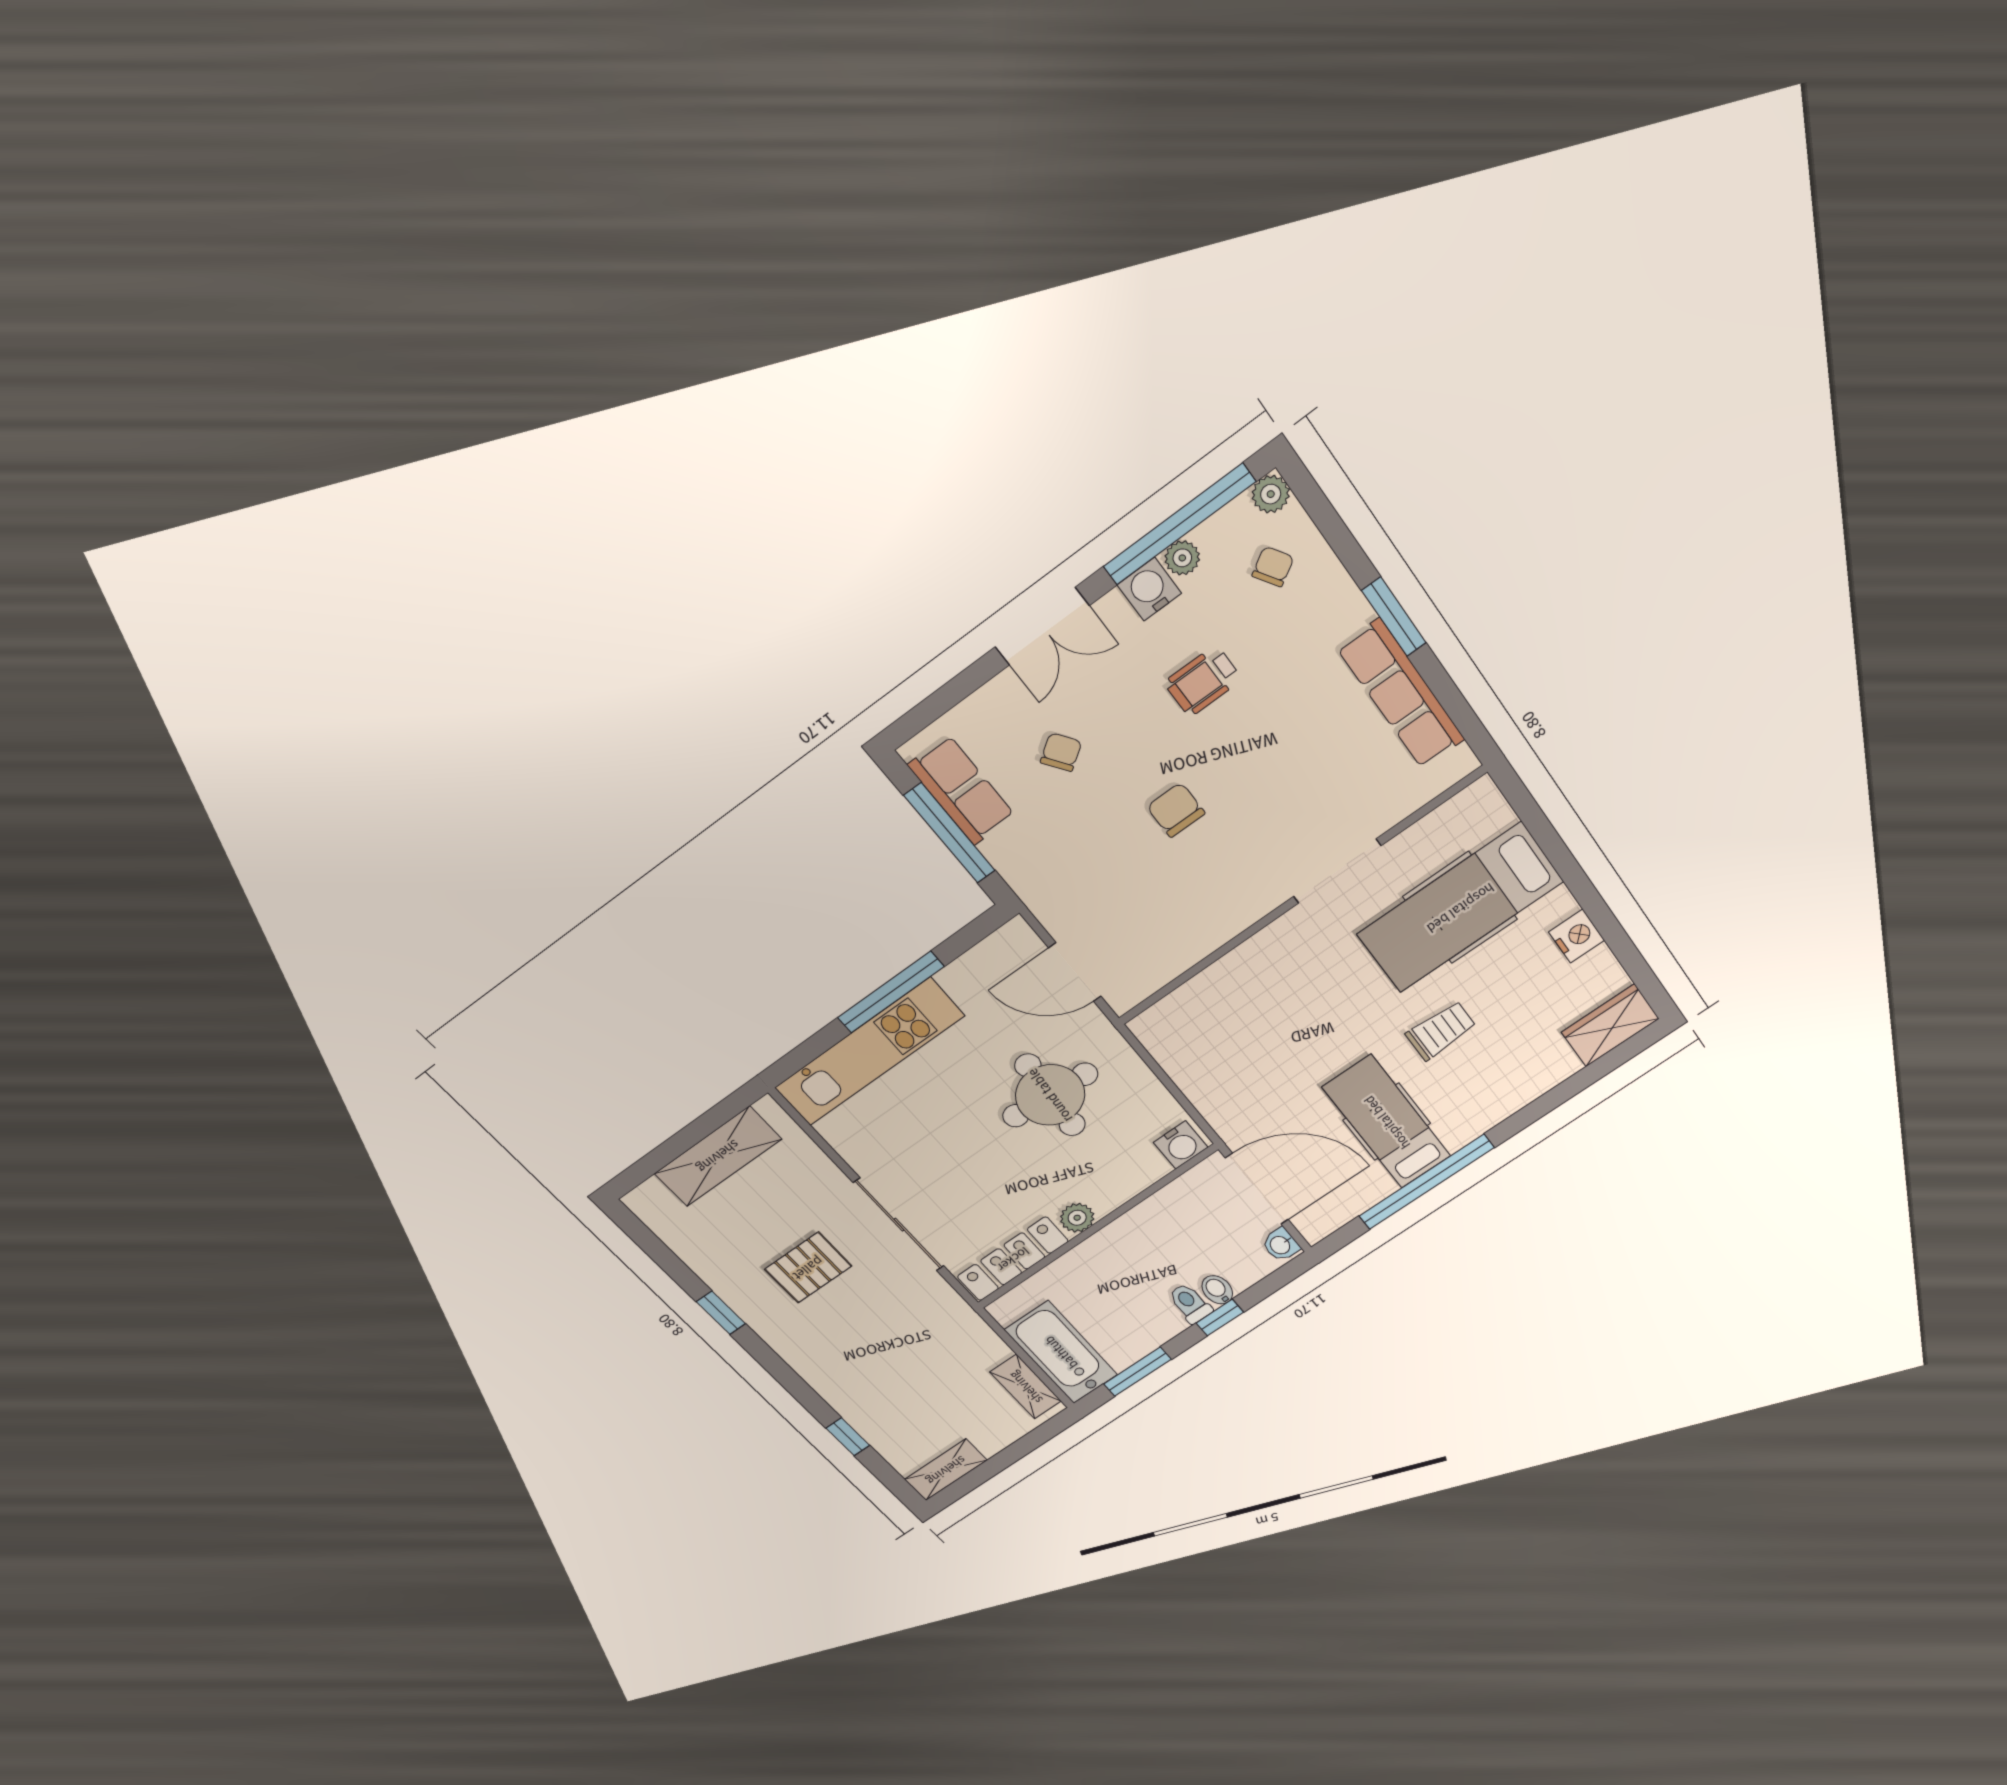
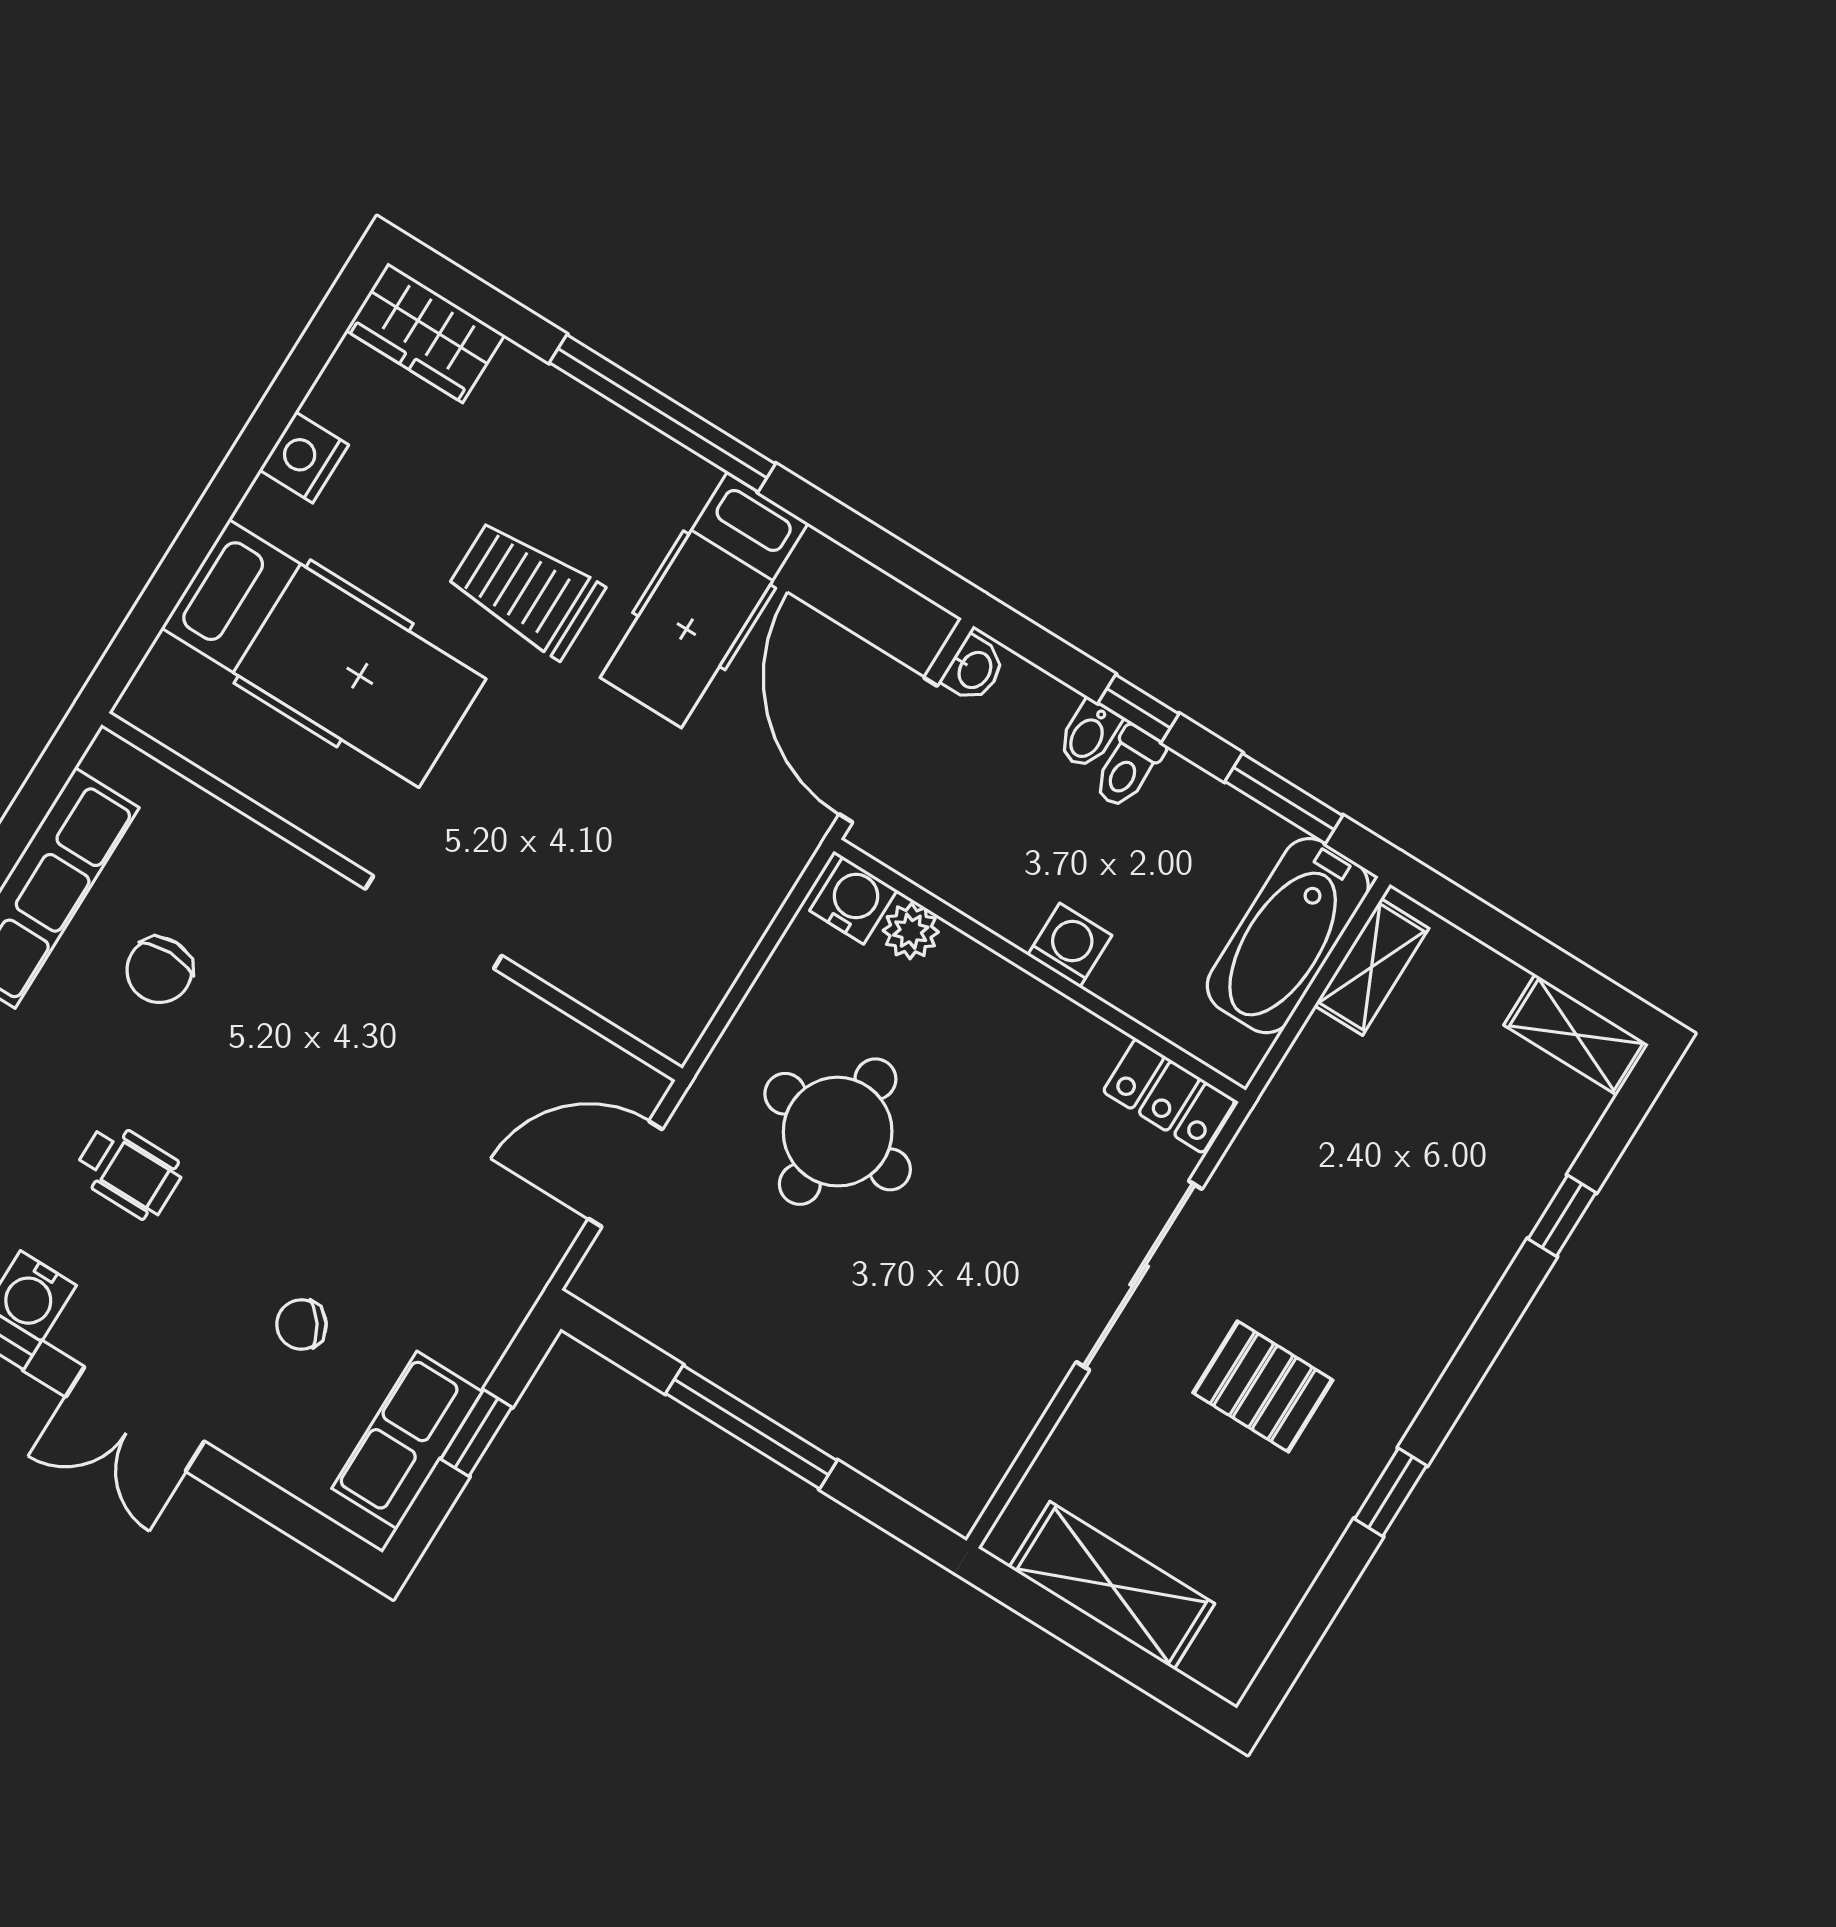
double door: (1042, 626) -> (135, 1419), swing flipped
chair: (1176, 810) -> (159, 970), moved
window: (950, 833) -> (476, 1433), width x0.46
doorway: (1337, 871) -> (434, 922), moved
door: (1075, 972) -> (625, 1174), swing flipped
trolley: (1441, 1031) -> (526, 589), width x1.36, depth x1.39
kitchen unit: (870, 1052) -> (859, 1424), removed
window: (1426, 1182) -> (662, 413), moved
plant: (1077, 1218) -> (911, 931), moved
washing machine: (1104, 1246) -> (1070, 945), added
locker: (1013, 1259) -> (1169, 1096), width x0.66

